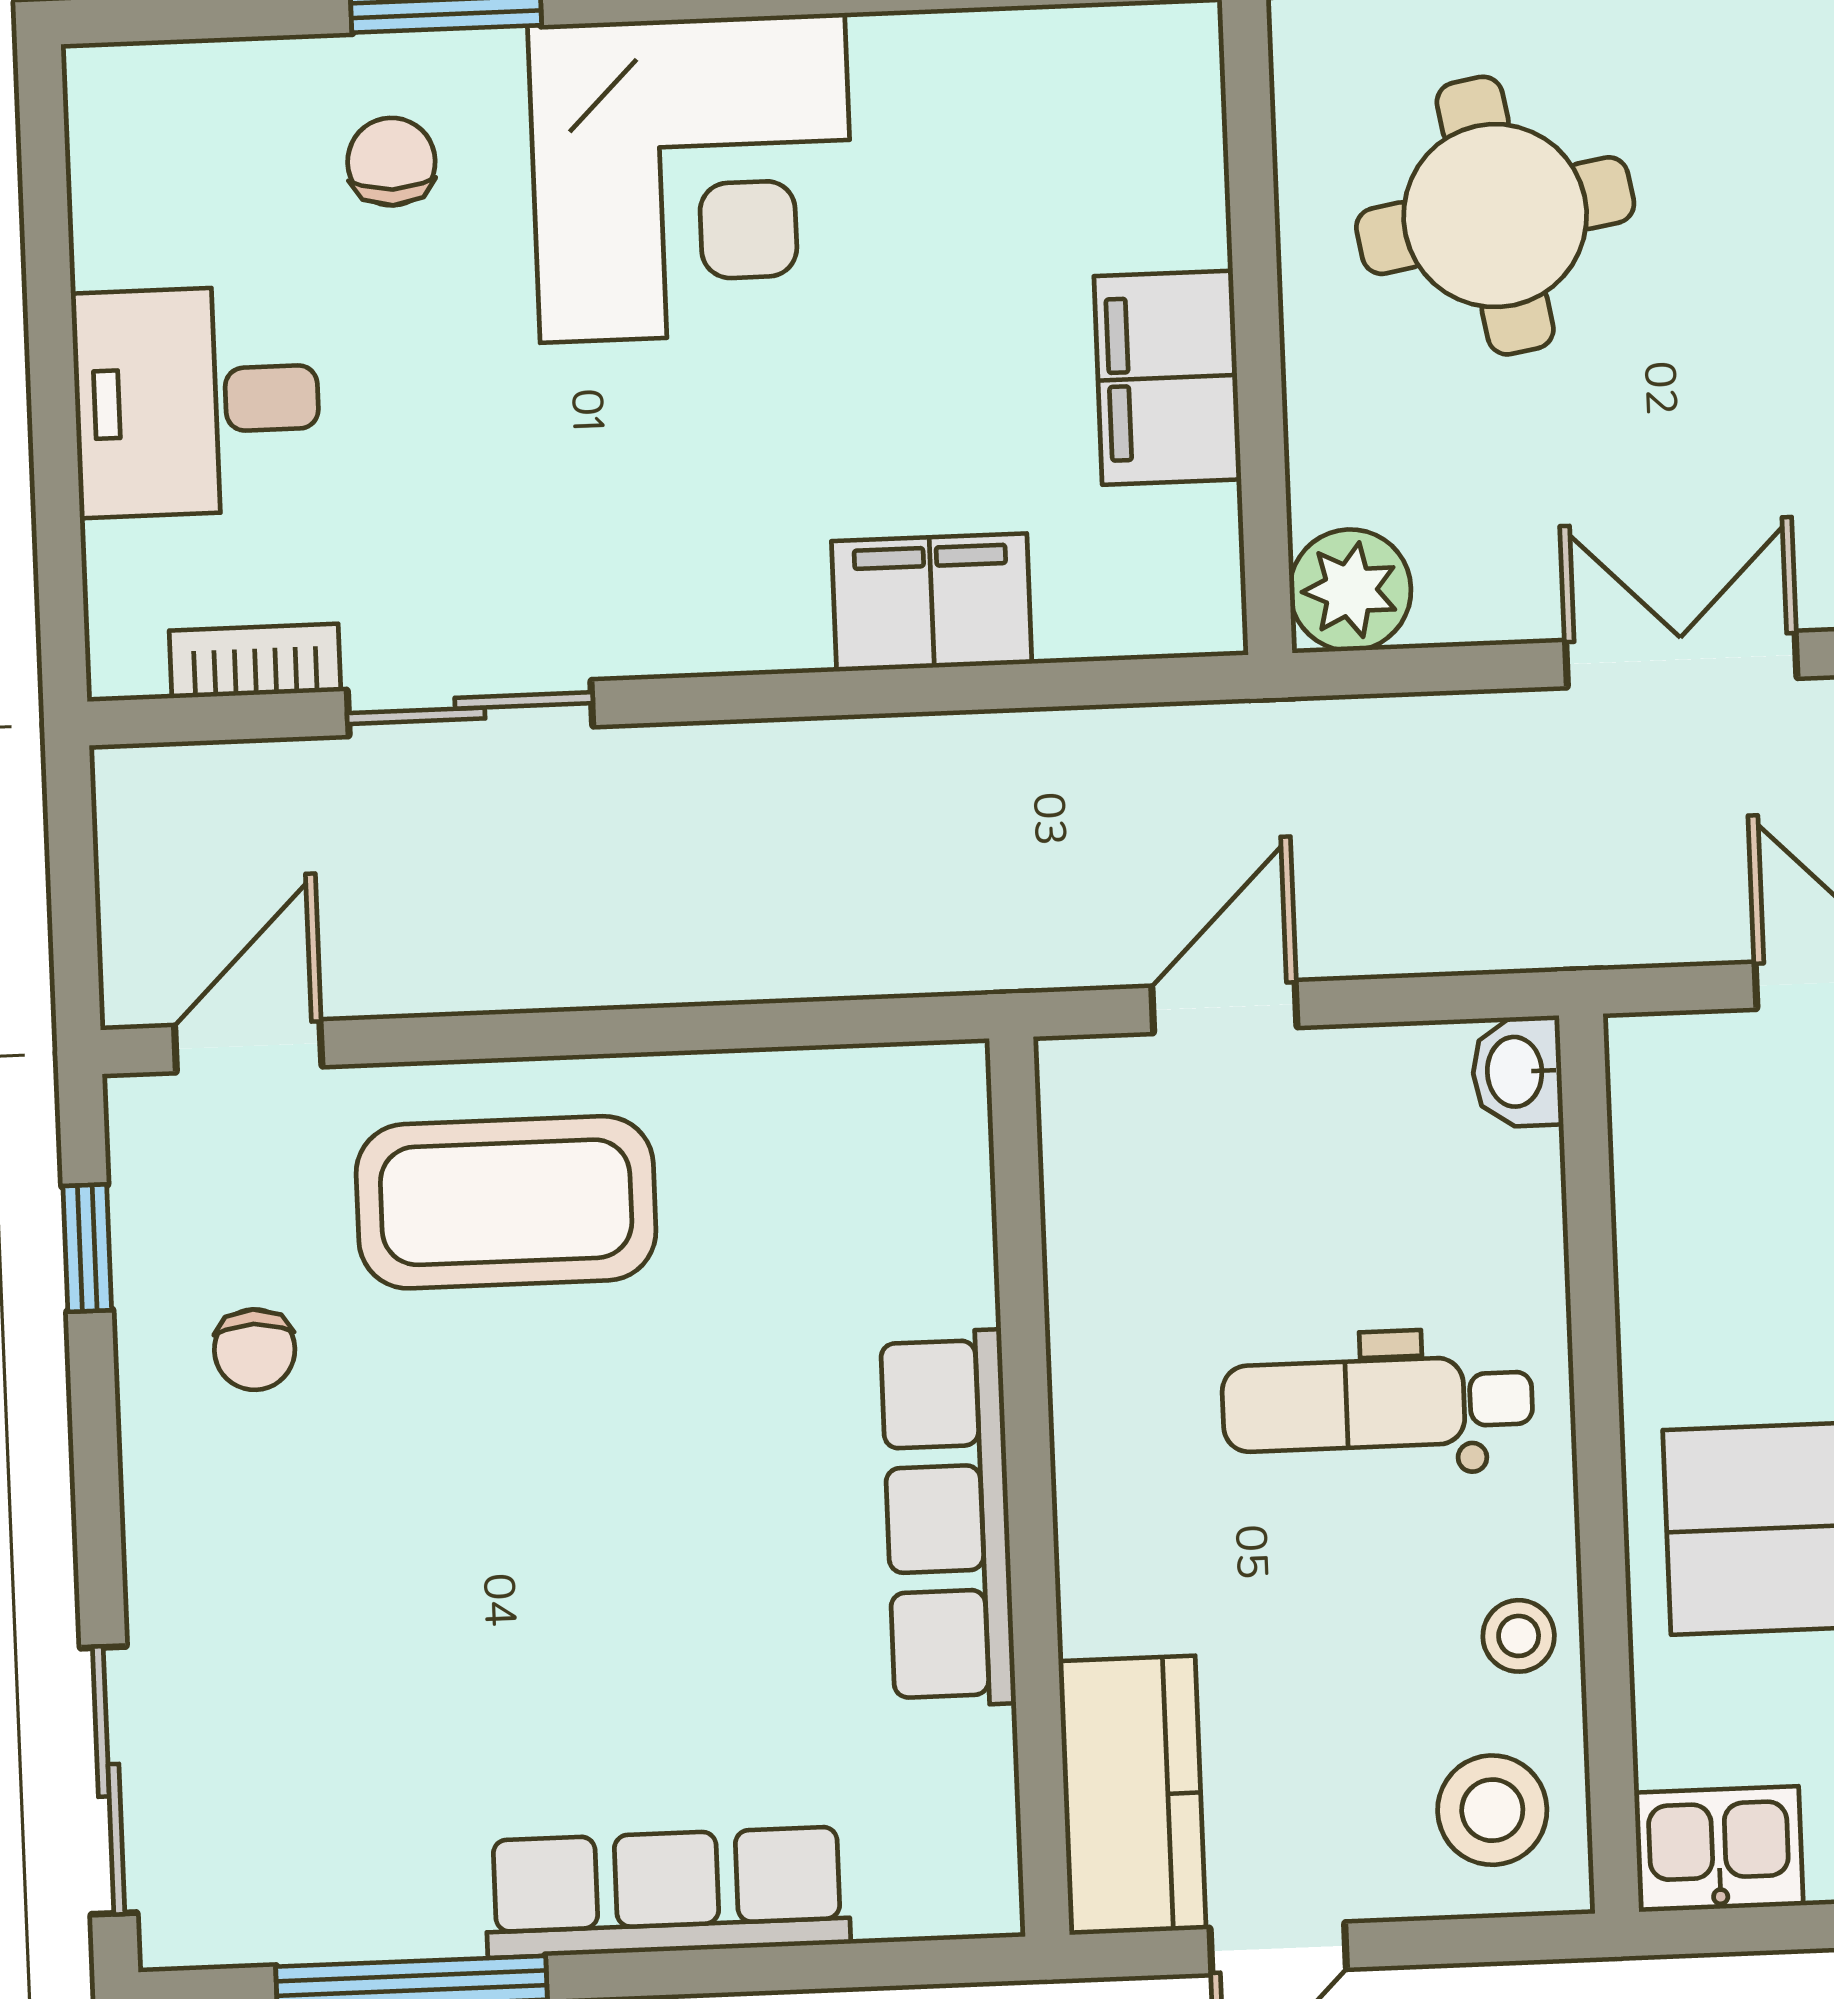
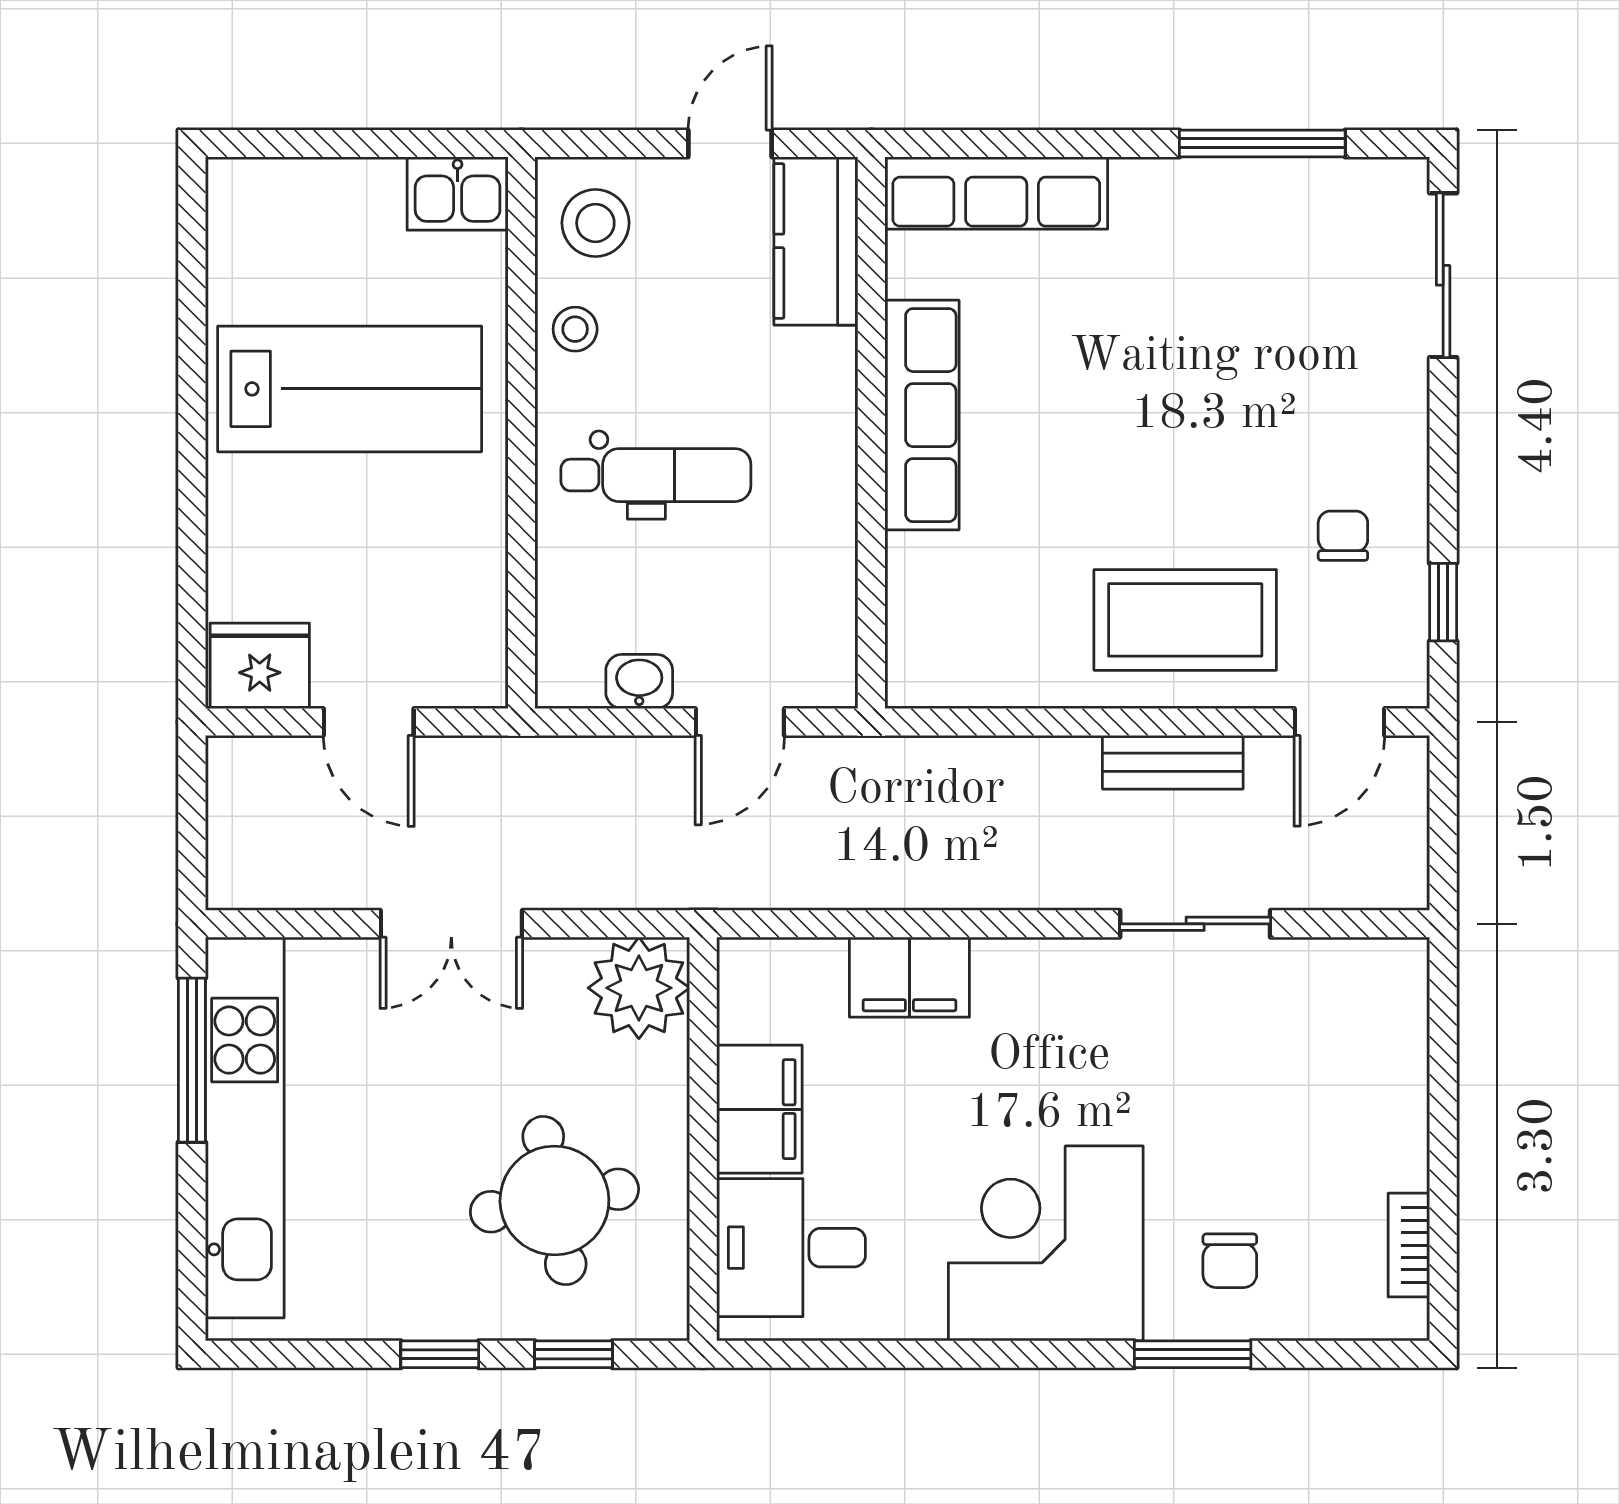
desk: (197, 401) -> (791, 1248), moved, turned 180
plant: (1350, 590) -> (639, 988), width x1.36, depth x1.36
bookcase: (255, 661) -> (1409, 1245), moved, turned 90
bench: (517, 970) -> (1173, 762), added
washbasin: (1517, 1072) -> (639, 681), moved, turned -90
row of seats: (667, 1892) -> (996, 193), moved

